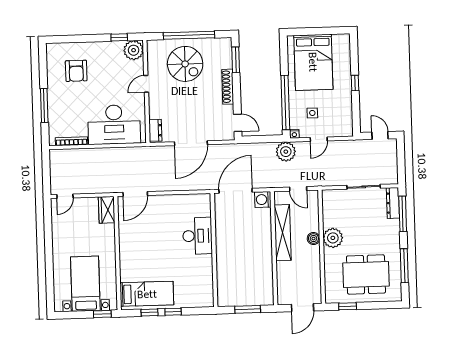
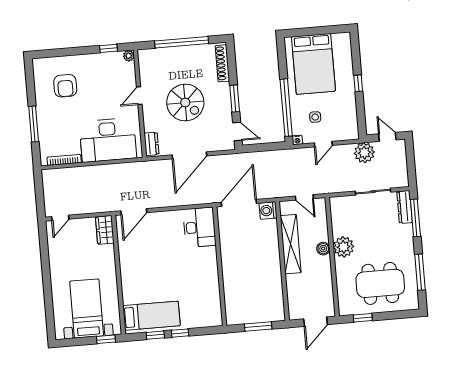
plant: (134, 50) -> (129, 56), width x0.53, depth x0.53
window: (236, 60) -> (235, 98), moved
spiral stairs: (185, 64) -> (185, 102), moved
shoe rack: (228, 87) -> (222, 63), moved
plant: (286, 152) -> (364, 153), moved
desk: (197, 236) -> (199, 227), moved

